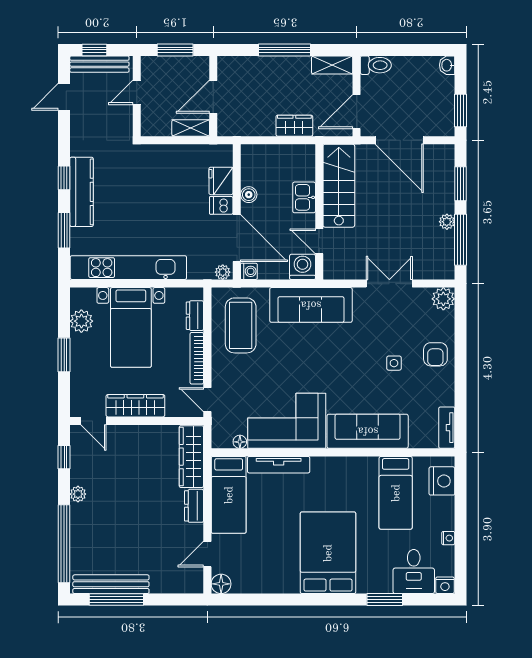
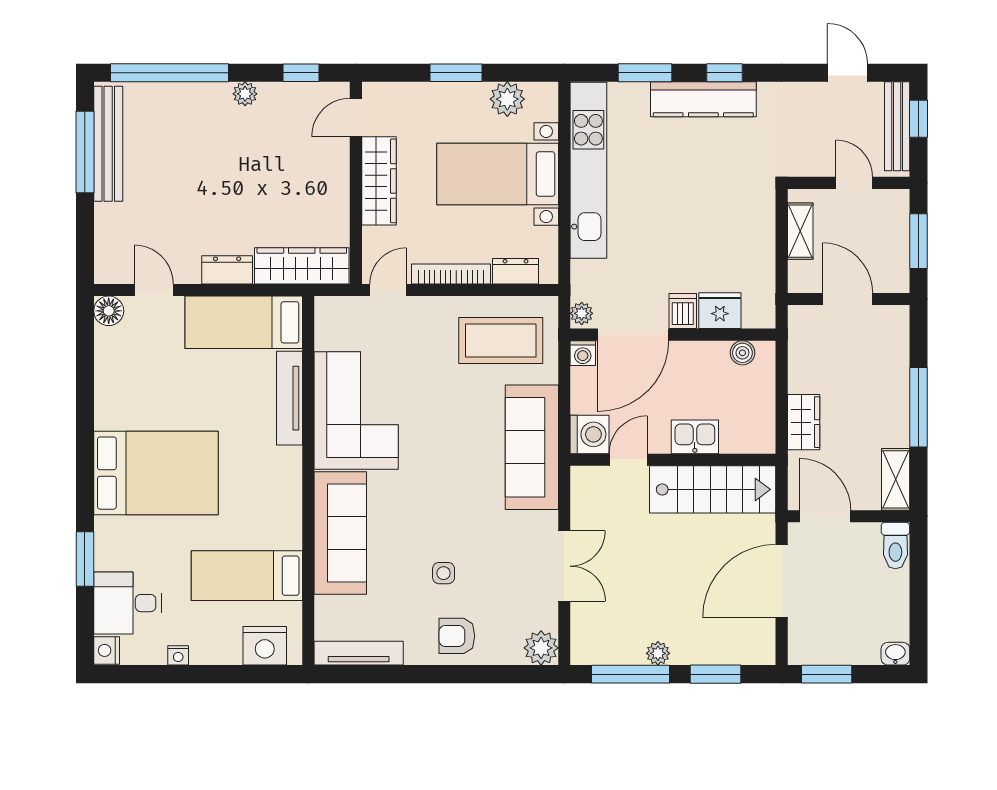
shelving: (191, 128) -> (800, 231), moved
boiler: (249, 195) -> (742, 353), moved
tv unit: (447, 428) -> (359, 653), width x1.41
floor lamp: (240, 442) -> (324, 339), removed

